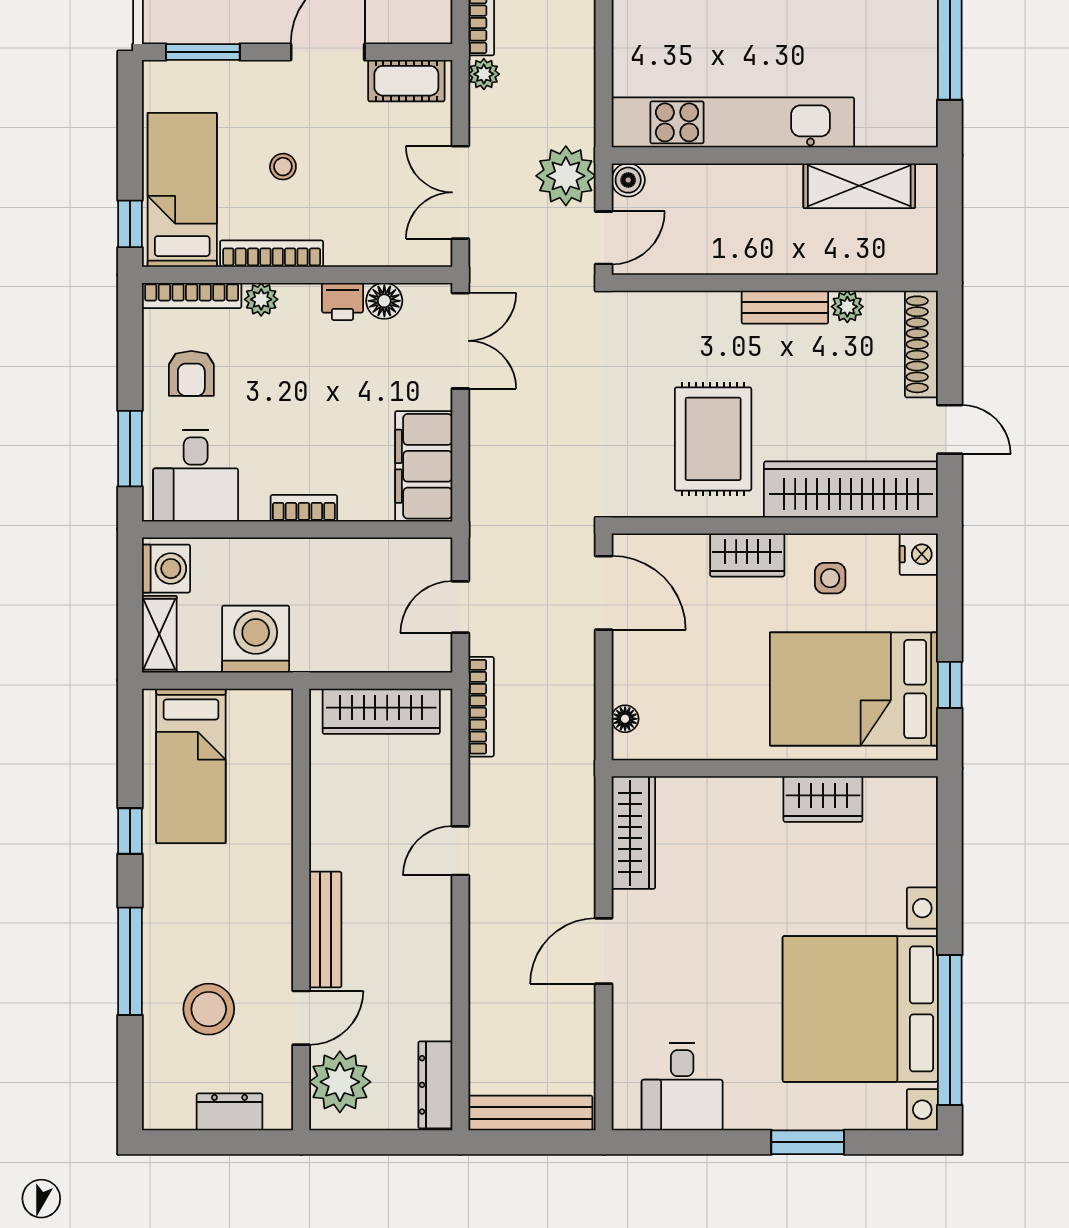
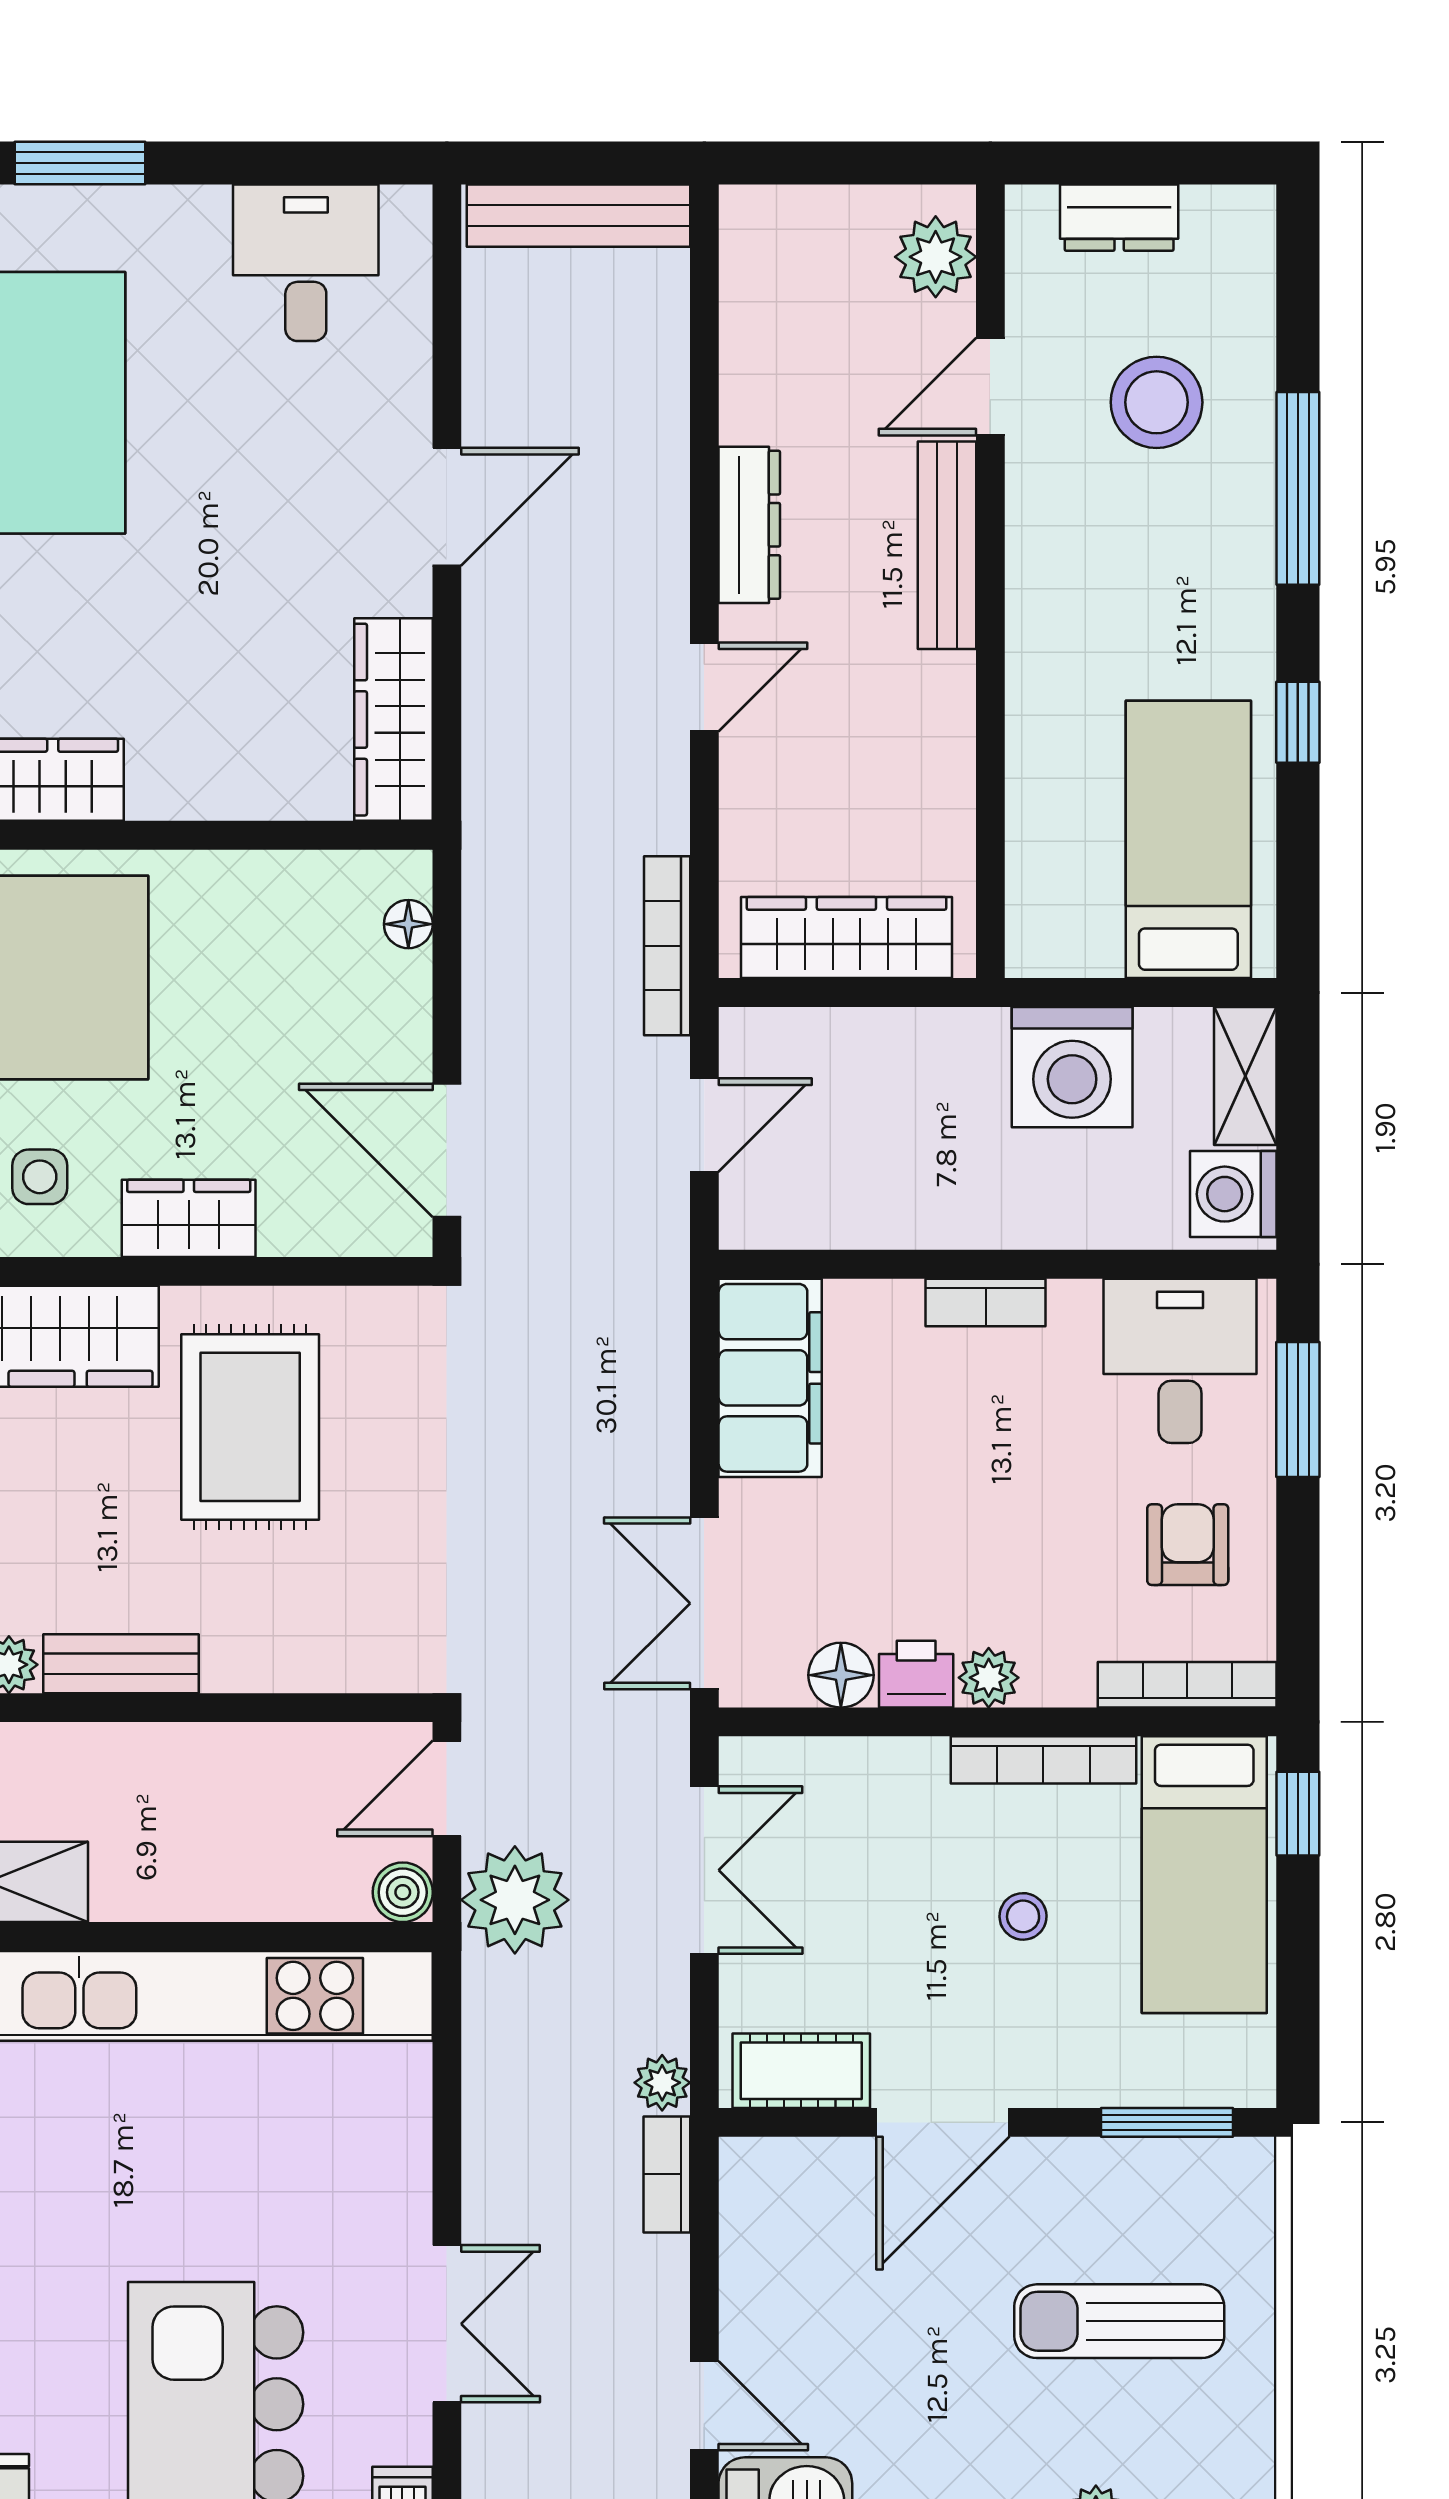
plant: (261, 299) -> (989, 1678), moved
plant: (340, 1082) -> (936, 257), width x0.73, depth x0.73
dresser: (435, 1085) -> (749, 525), moved

